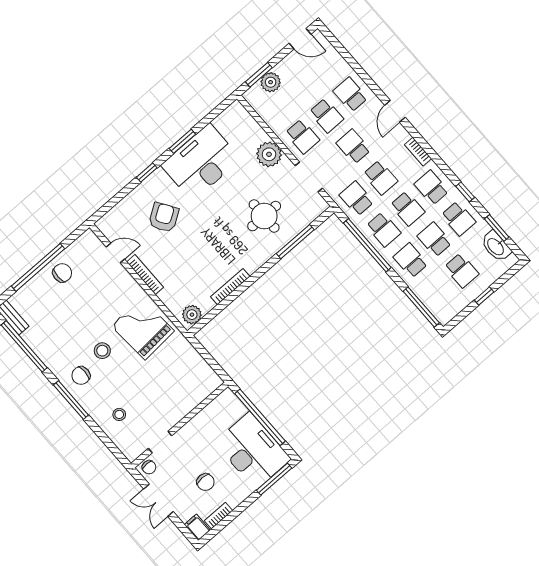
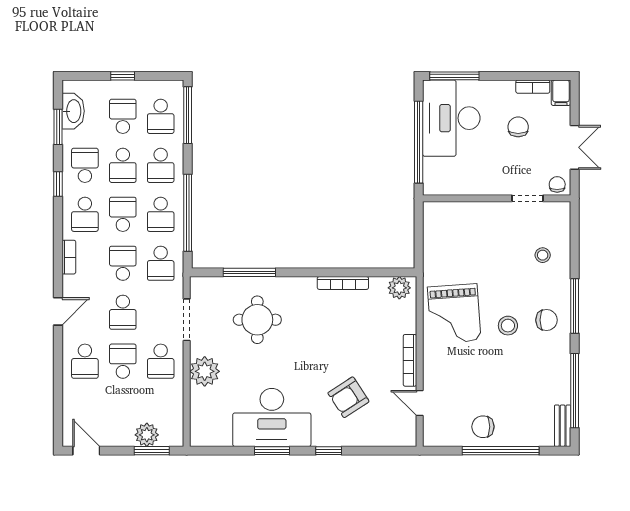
school desk: (302, 136) -> (161, 361), turned 180
school desk: (383, 229) -> (161, 214), turned 180
school desk: (438, 291) -> (161, 116), added

